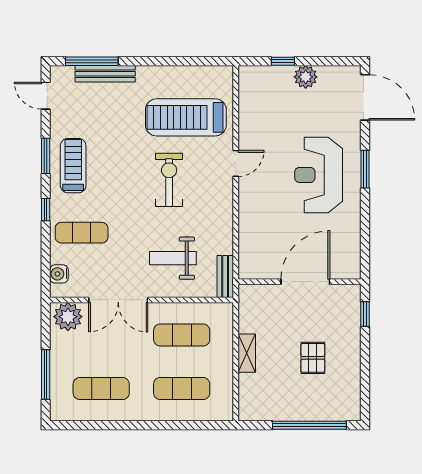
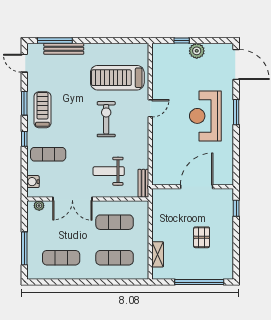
plant: (68, 317) -> (39, 206), width x0.53, depth x0.53
shelving: (247, 353) -> (158, 254), moved

